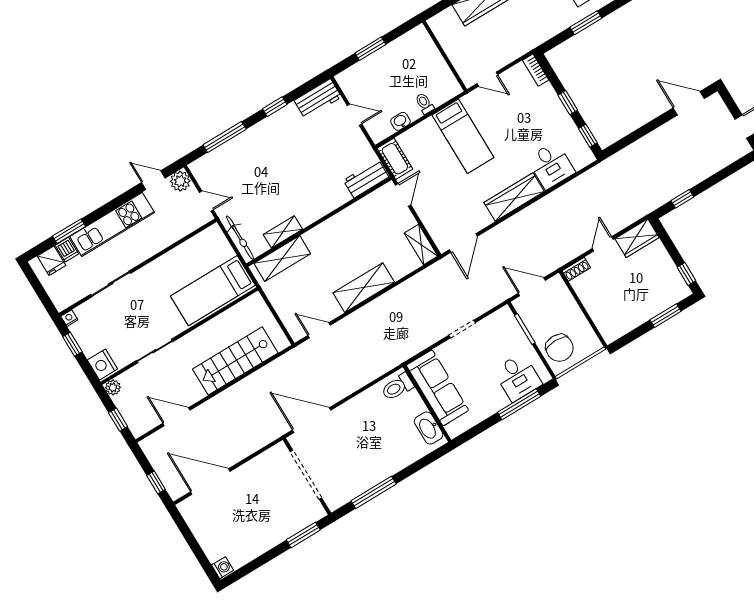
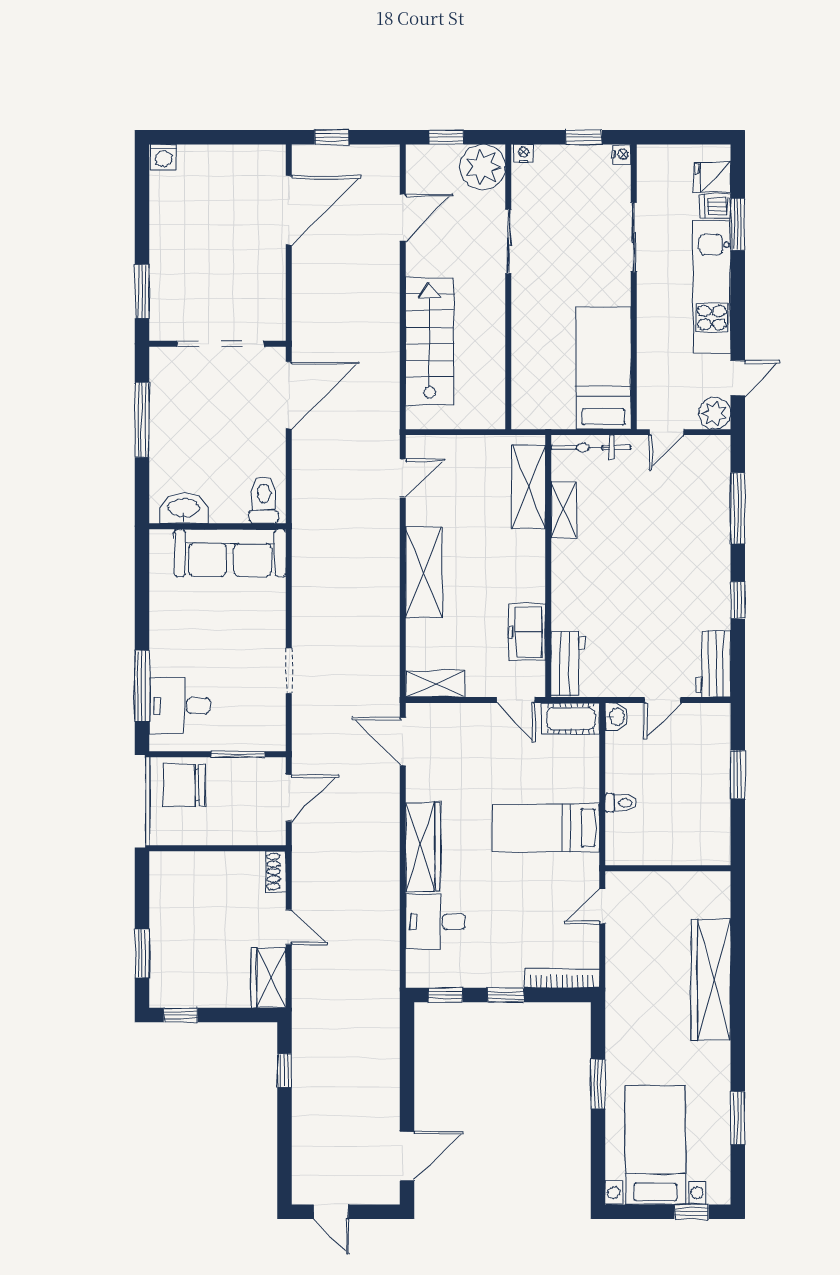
bookcase: (536, 70) -> (562, 978), width x1.56
washbasin: (400, 121) -> (616, 717), moved
freezer: (362, 211) -> (527, 632), added
bed: (213, 291) -> (603, 368), moved
nightstand: (102, 365) -> (524, 154), width x0.53, depth x0.56
plant: (113, 387) -> (483, 167), width x1.87, depth x1.87
toilet: (397, 387) -> (264, 500), moved
sofa: (437, 388) -> (230, 553), moved
wall: (427, 404) -> (218, 526), moved
washbasin: (429, 428) -> (184, 508), moved

